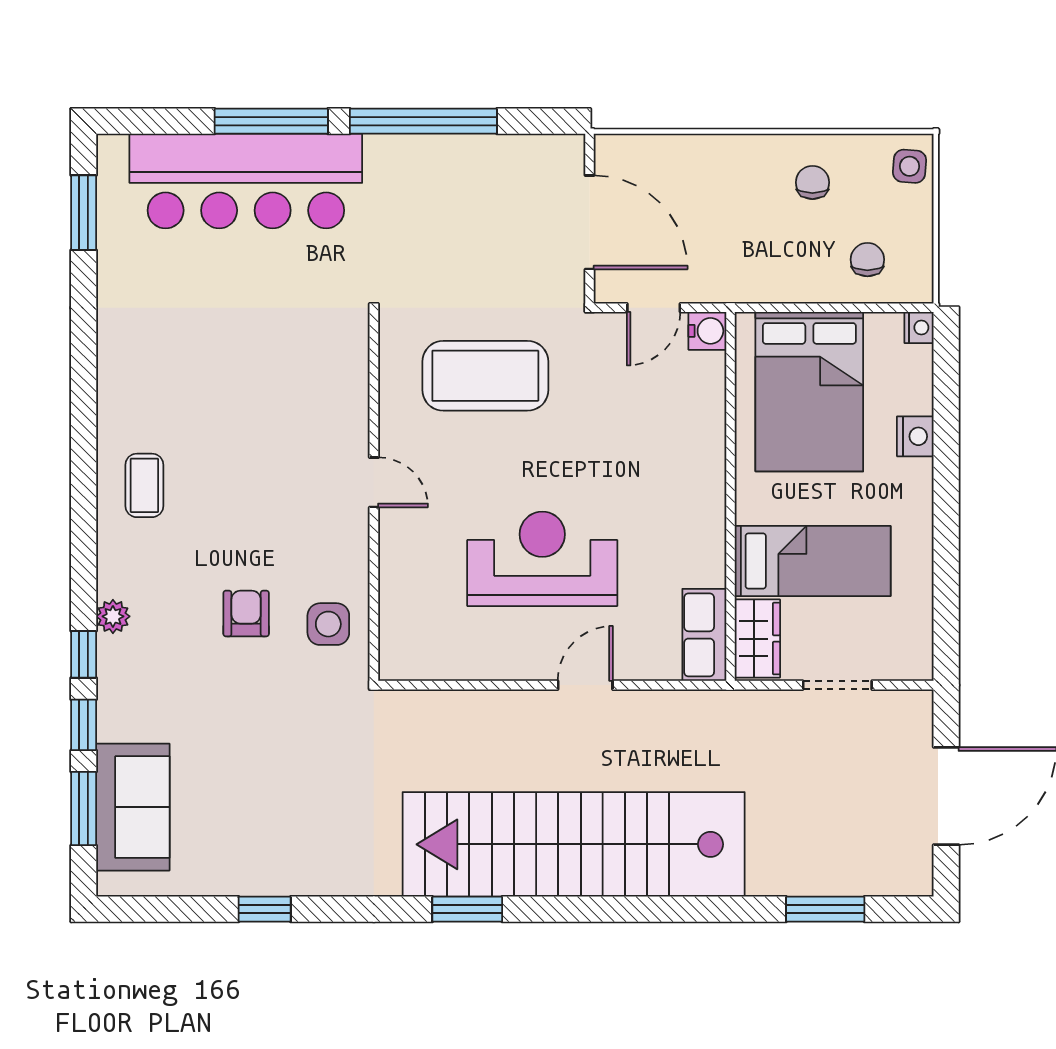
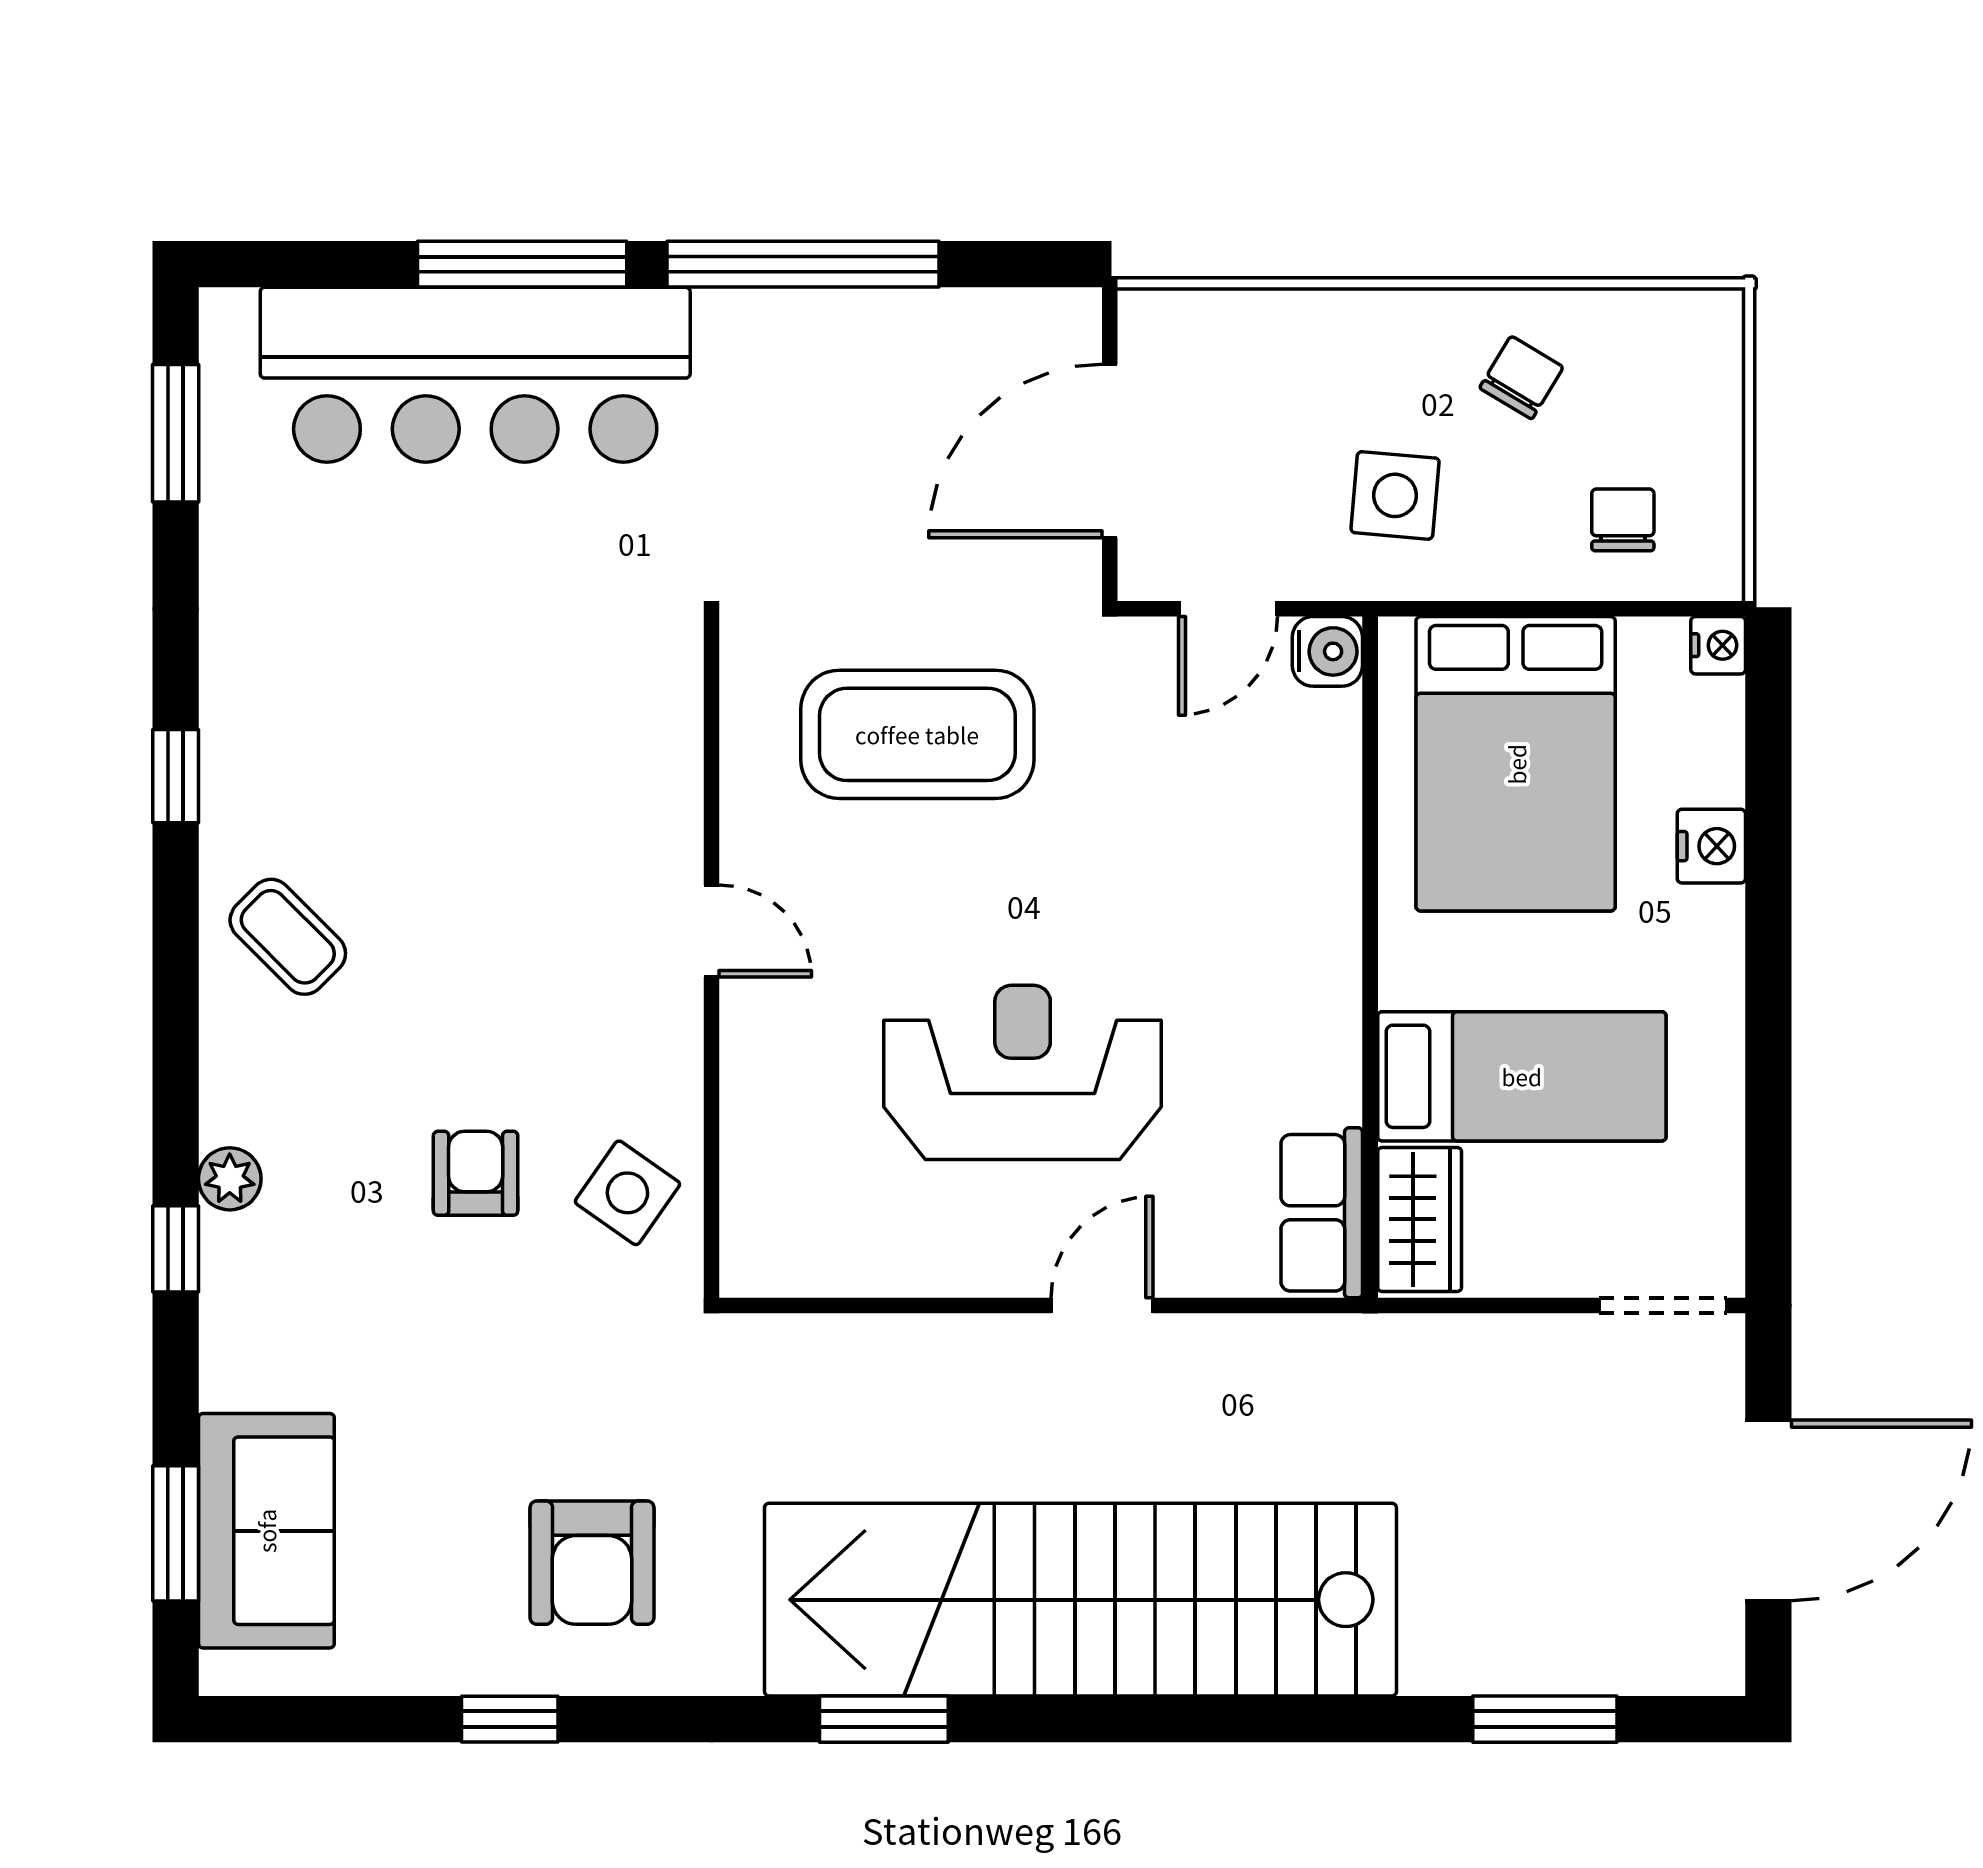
side table: (910, 166) -> (1395, 495), moved, width x1.37, depth x1.37
chair: (812, 182) -> (1521, 377), turned 31
door: (590, 222) -> (1110, 451), swing flipped
coffee table: (144, 485) -> (288, 937), turned -45
side table: (328, 624) -> (627, 1193), turned 35
doorway: (837, 685) -> (1663, 1306), moved
window: (84, 725) -> (176, 776), moved
armchair: (309, 824) -> (592, 1563), added

